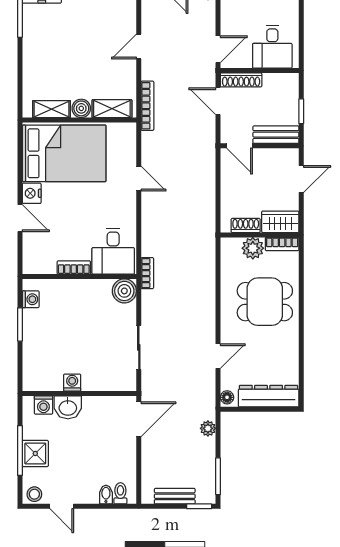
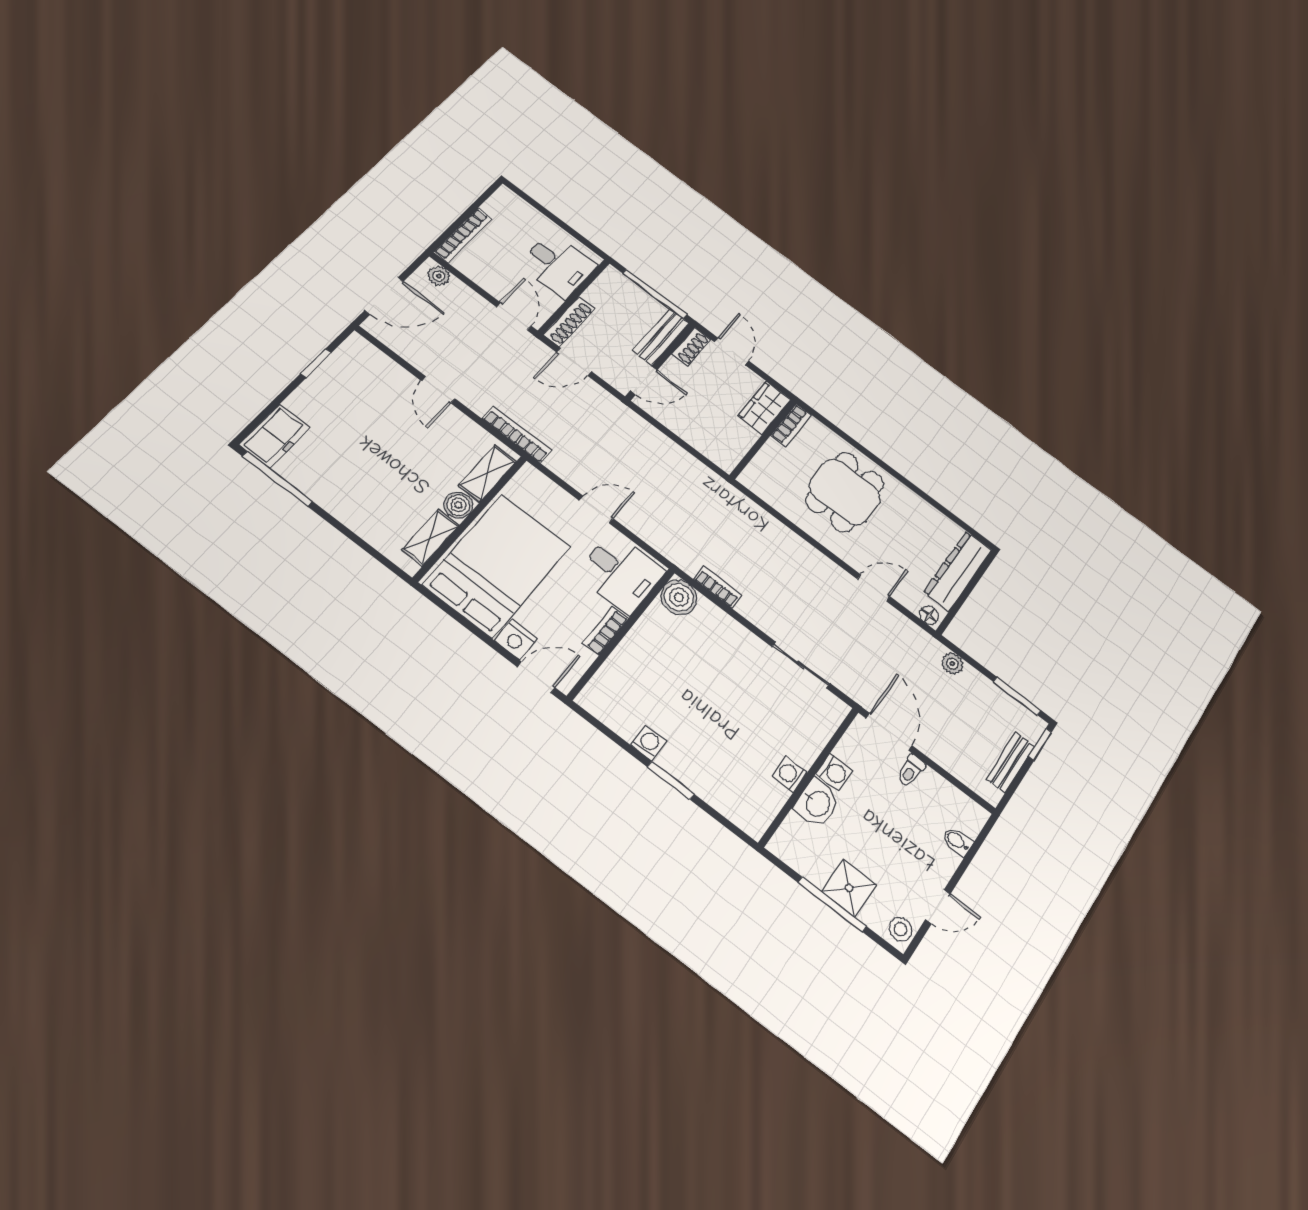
window: (301, 111) -> (655, 294), width x2.17
shoe rack: (246, 225) -> (691, 347), moved, turned 180
plant: (253, 248) -> (773, 457), removed
desk: (113, 251) -> (621, 573), moved
bookcase: (74, 267) -> (606, 631), moved
wall: (79, 277) -> (622, 633), moved
boiler: (124, 291) -> (679, 597), moved
door: (218, 356) -> (874, 588), hinge flipped
washing machine: (43, 405) -> (834, 772), moved
toilet: (120, 493) -> (911, 771), moved, turned -90

